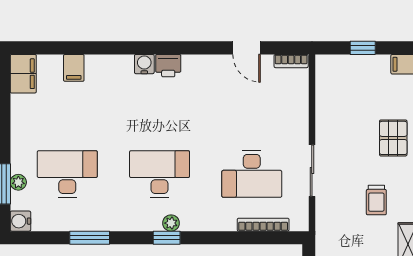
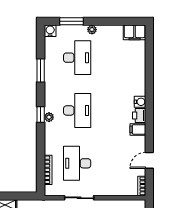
filing cabinet: (74, 68) -> (138, 129), moved
plant: (18, 182) -> (92, 30), moved

